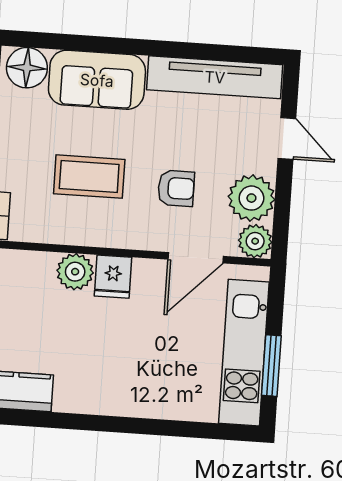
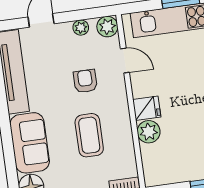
plant: (251, 198) -> (81, 28), width x0.53, depth x0.53
door: (196, 258) -> (125, 60), width x0.73

